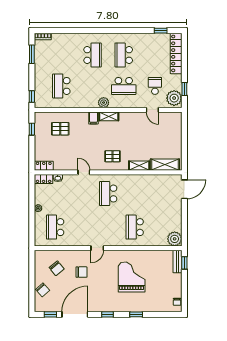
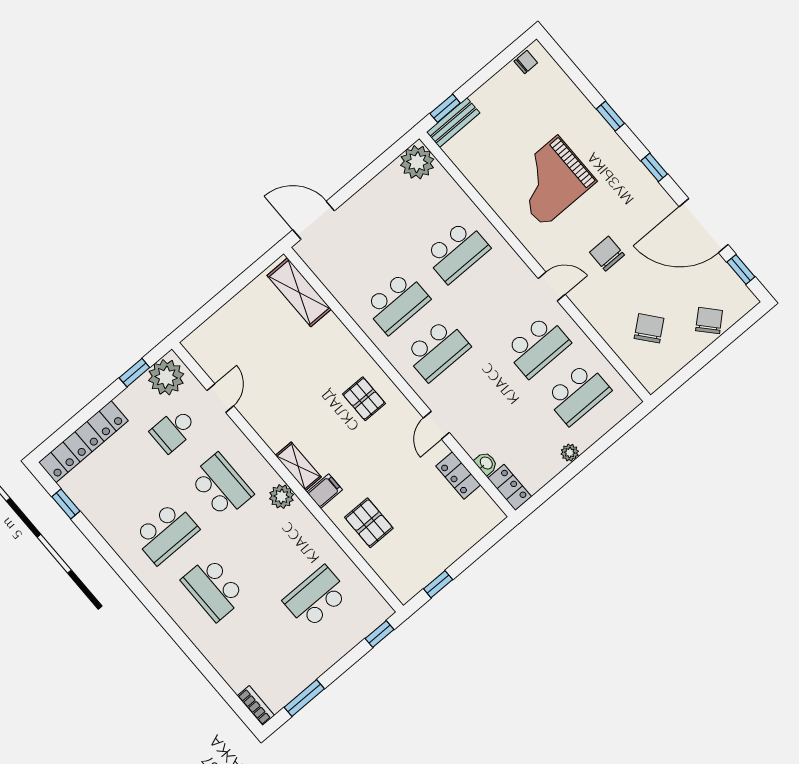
school desk: (93, 55) -> (213, 589), turned -90
school desk: (61, 86) -> (316, 597), turned 180
pallet: (60, 129) -> (369, 523), moved
locker: (44, 166) -> (458, 475), moved
shelving: (139, 166) -> (340, 337), removed
school desk: (135, 194) -> (397, 303), added
school desk: (82, 227) -> (538, 346), added
chair: (81, 272) -> (607, 254), moved

